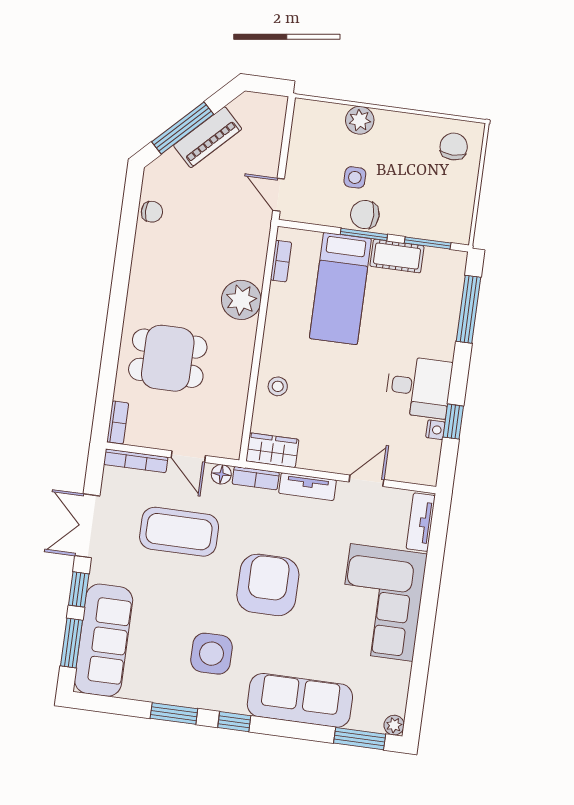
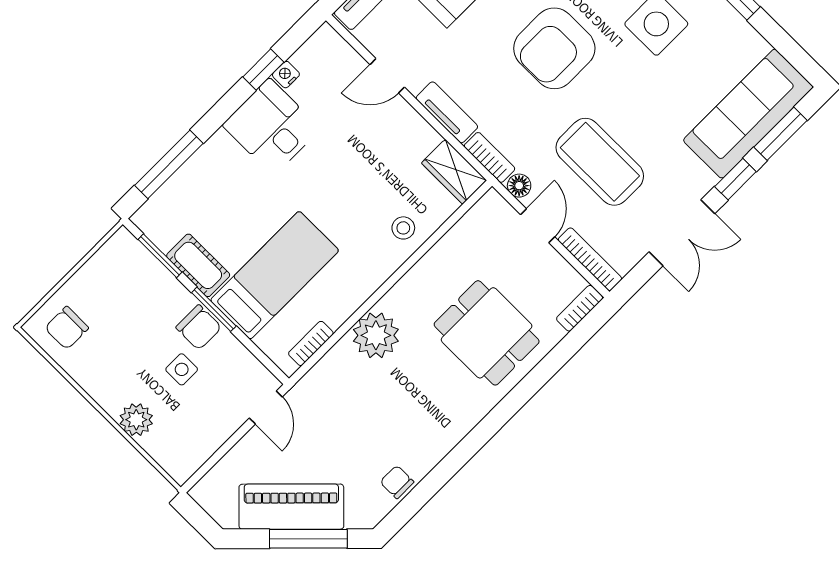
piano: (208, 137) -> (291, 507), width x1.37, depth x1.33

